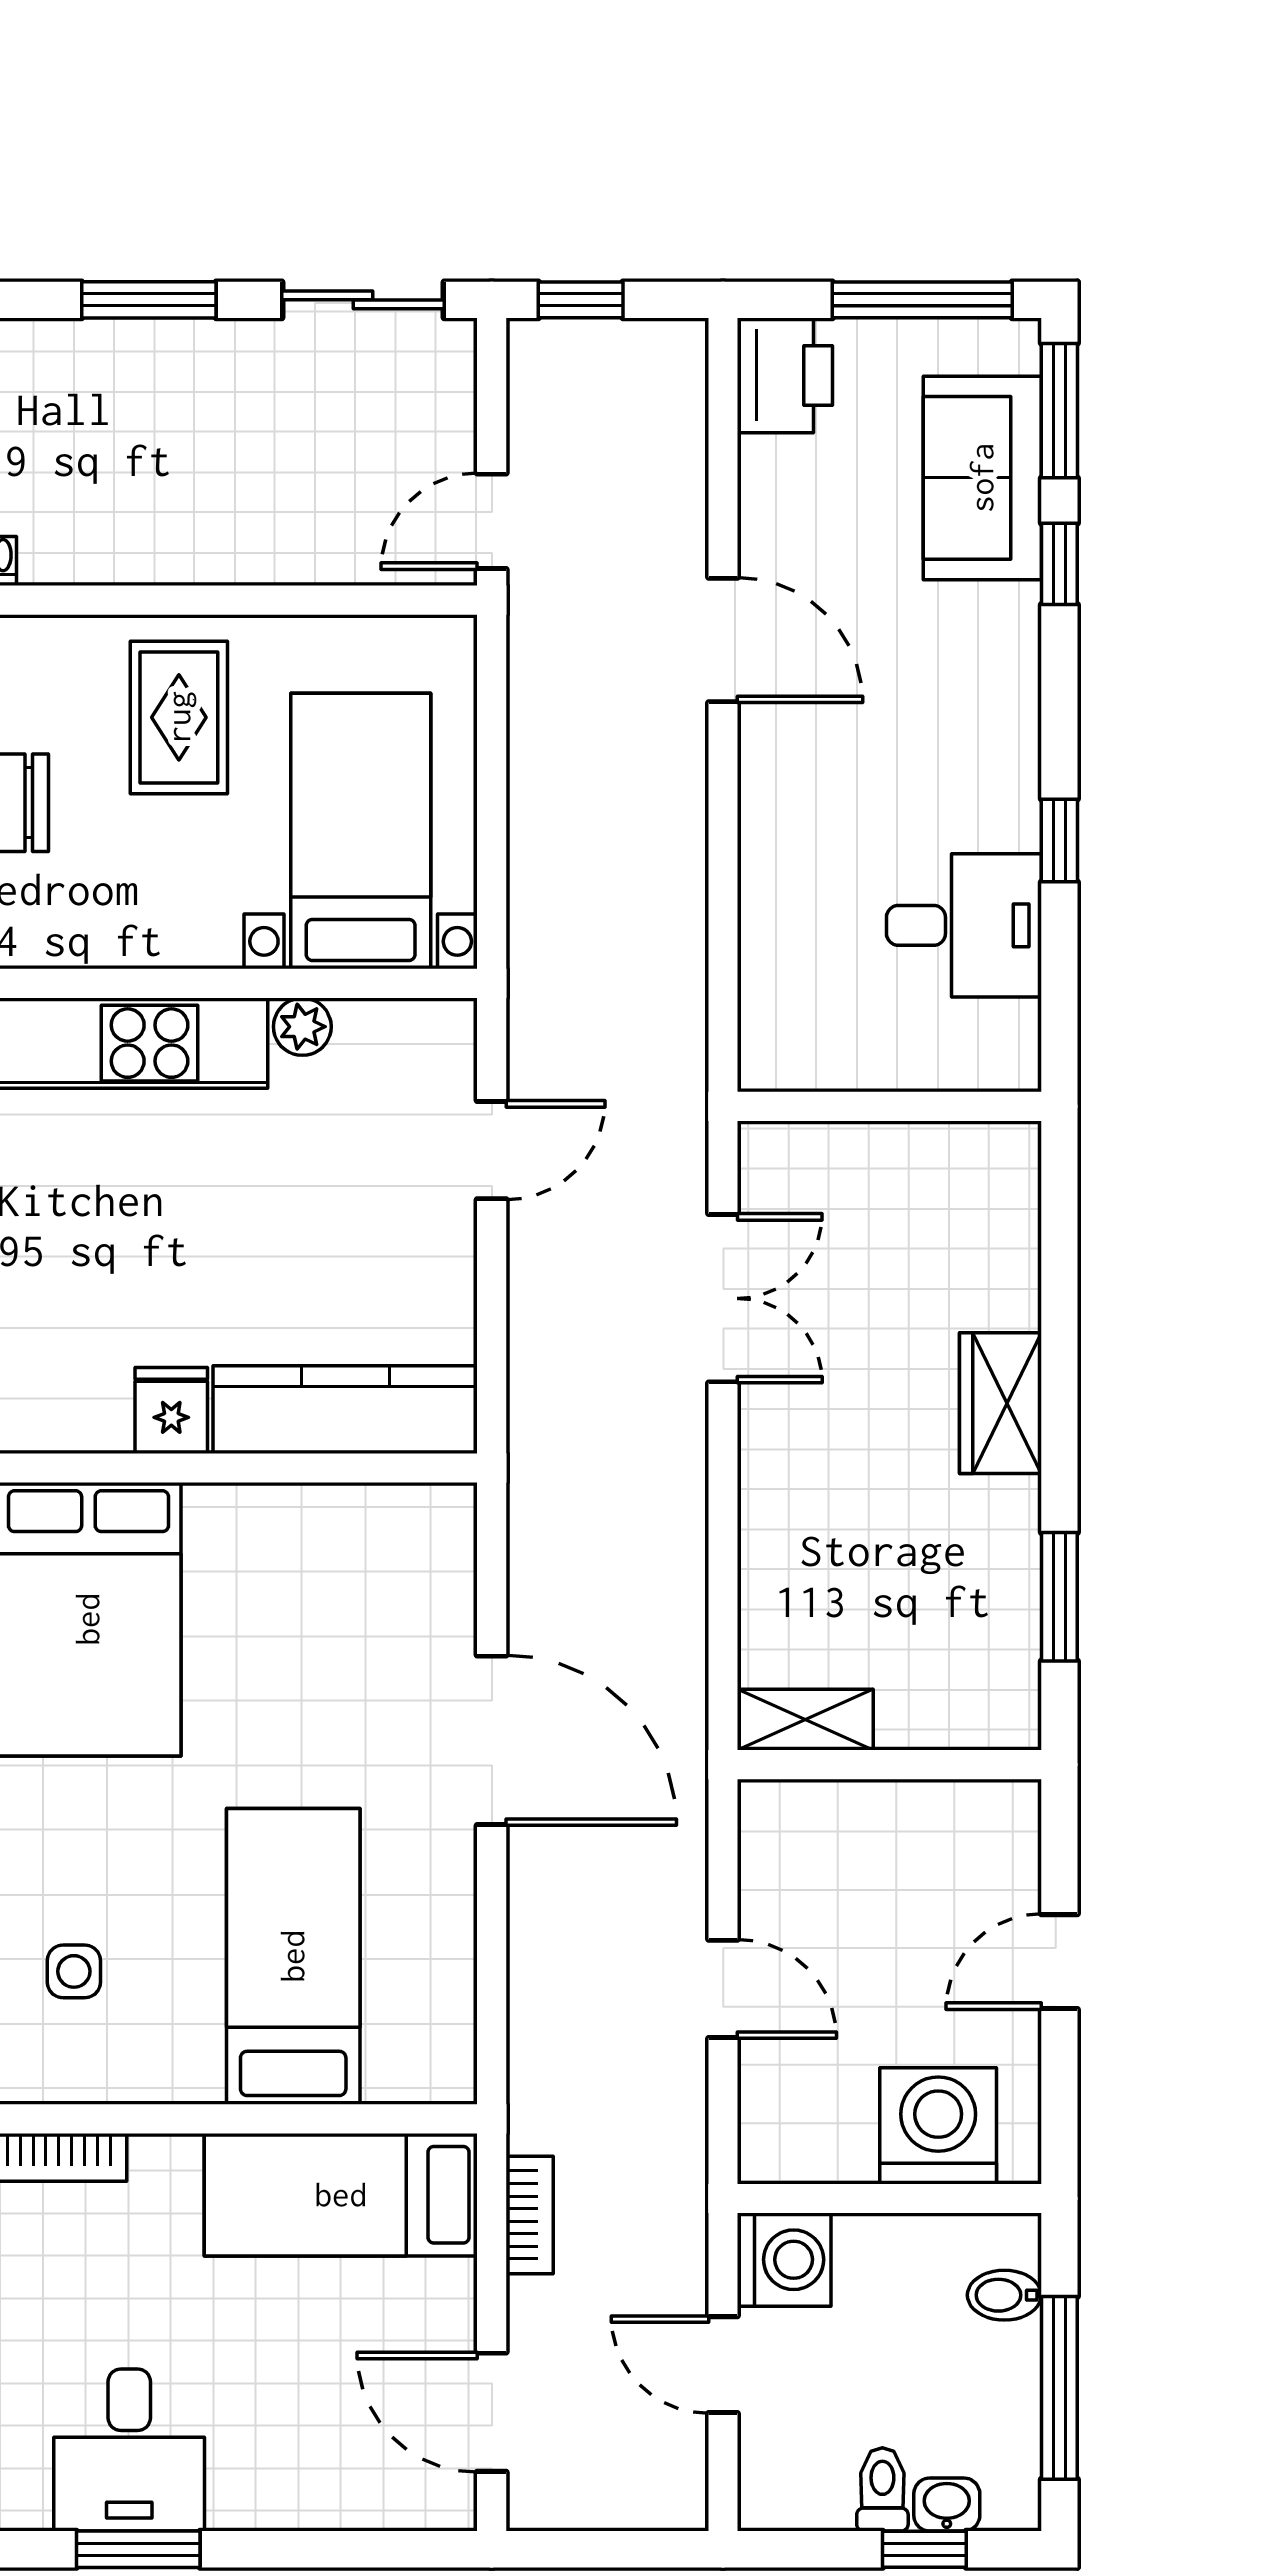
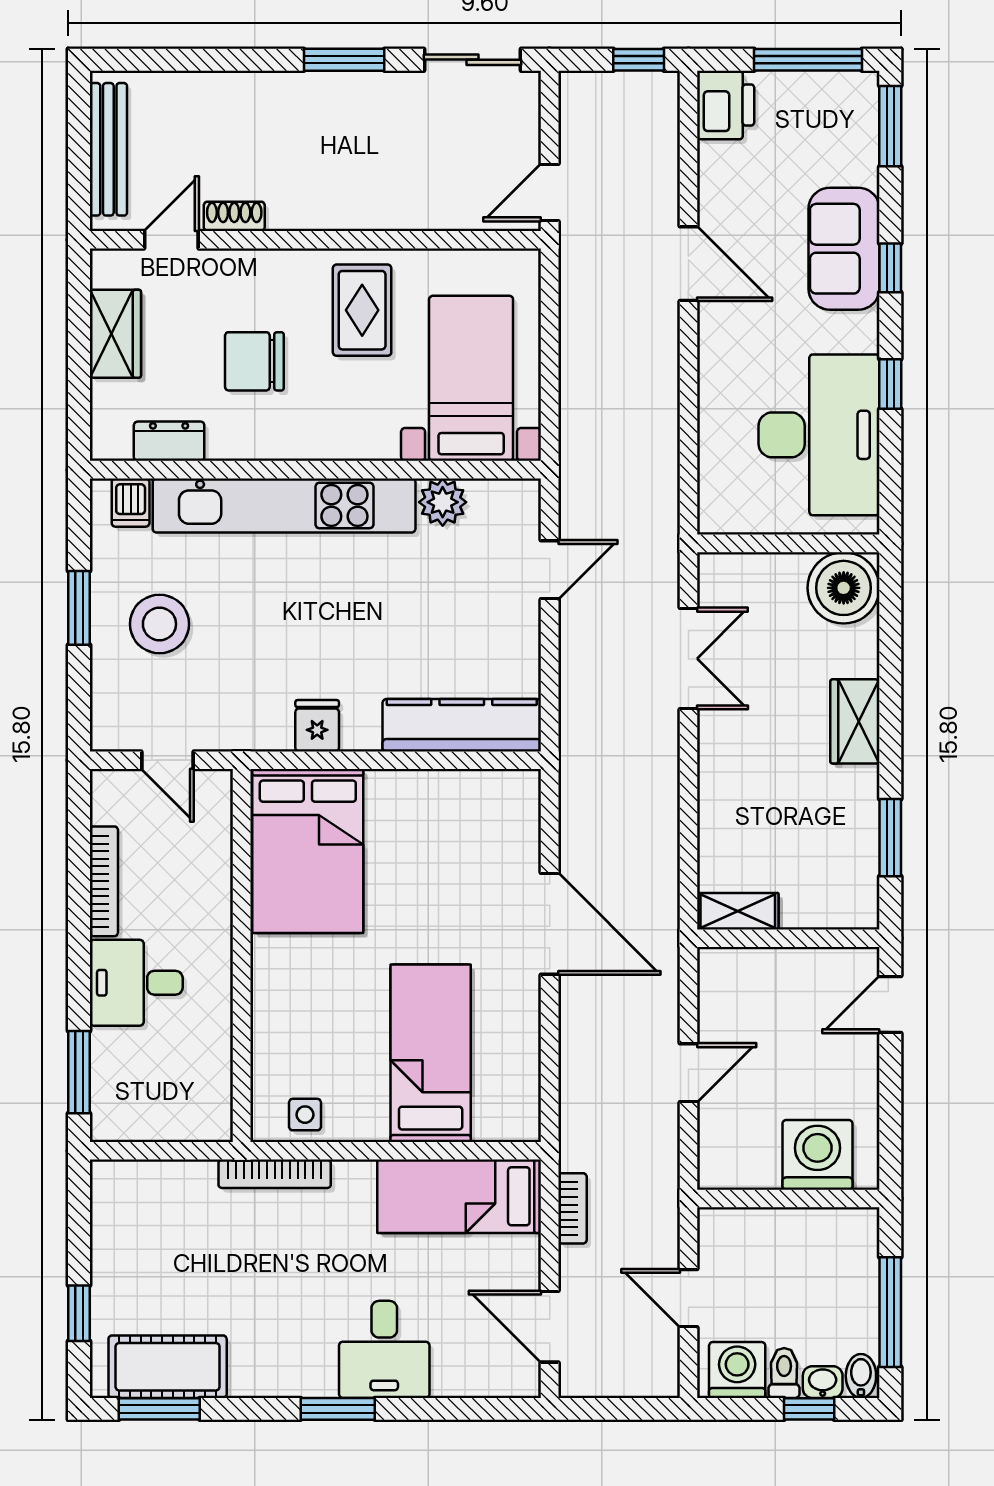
window: (581, 300) -> (639, 60), moved
sofa: (982, 478) -> (844, 249), moved
window: (1059, 564) -> (890, 268), moved
desk: (964, 925) -> (819, 435), width x1.87, depth x1.30
plant: (302, 1027) -> (443, 502), width x1.38, depth x1.38
boiler: (982, 1180) -> (844, 588), added
fridge: (171, 1410) -> (317, 726), moved
door: (1059, 1962) -> (890, 1005), moved
side table: (74, 1971) -> (305, 1115), moved
door: (723, 1989) -> (688, 1073), hinge flipped
washing machine: (784, 2260) -> (737, 1370), moved, turned -90
bidet: (1004, 2295) -> (861, 1376), moved, turned 90
desk: (129, 2450) -> (384, 1349), moved

